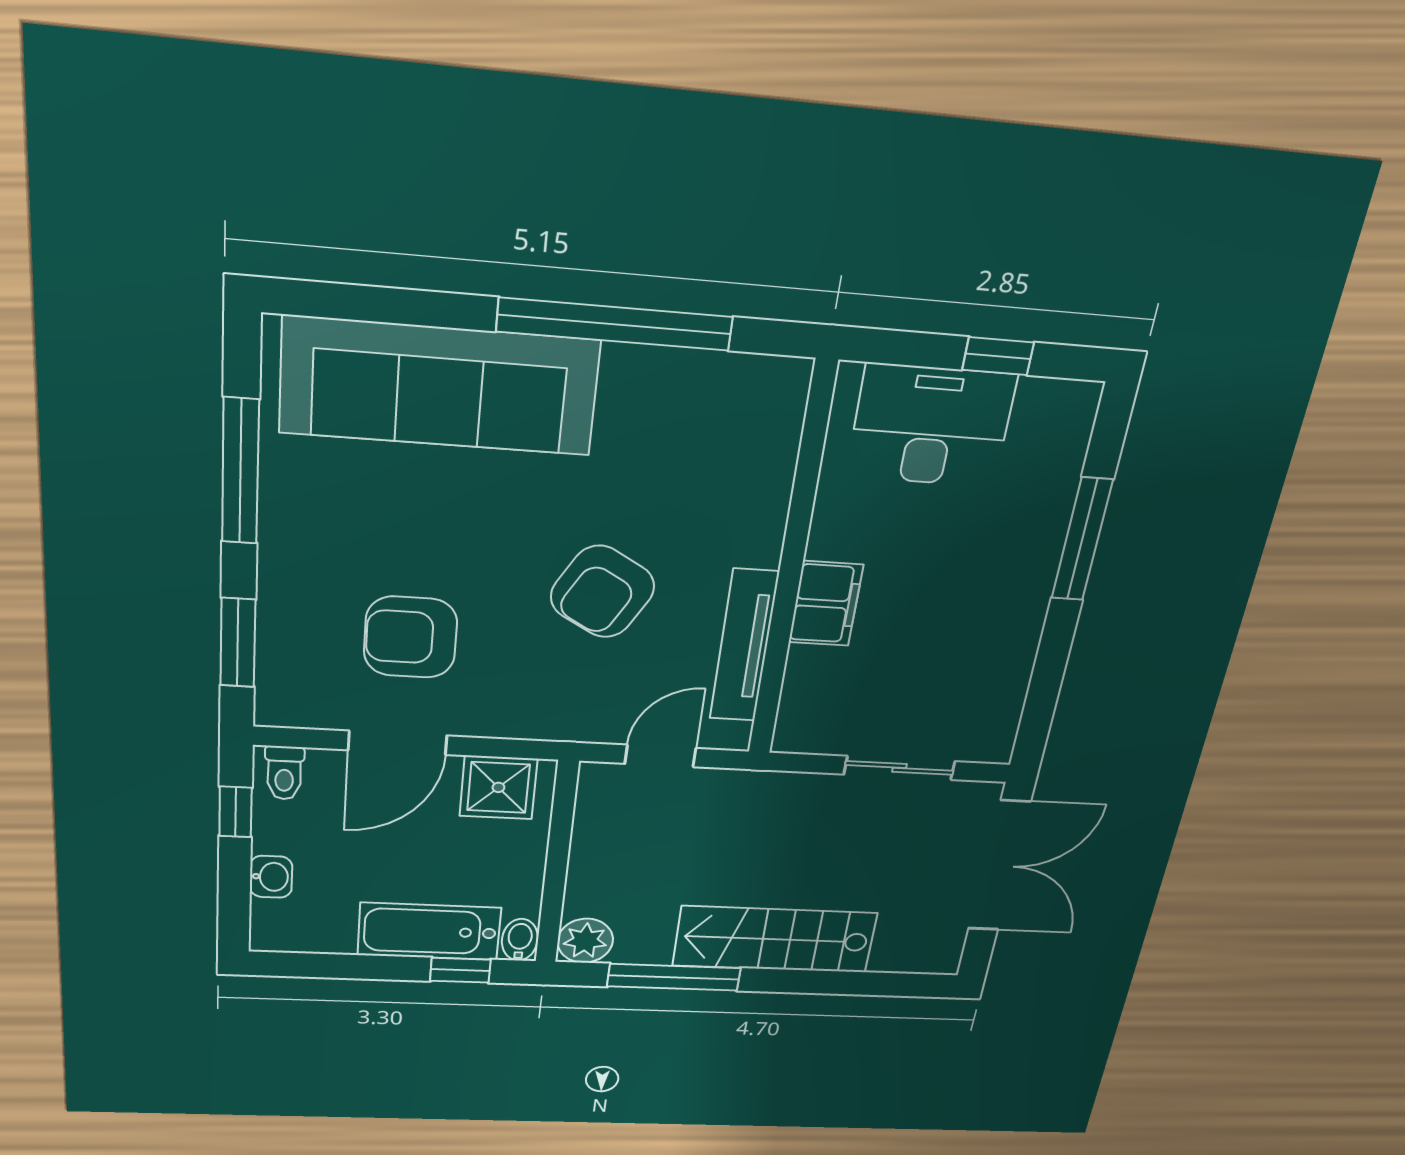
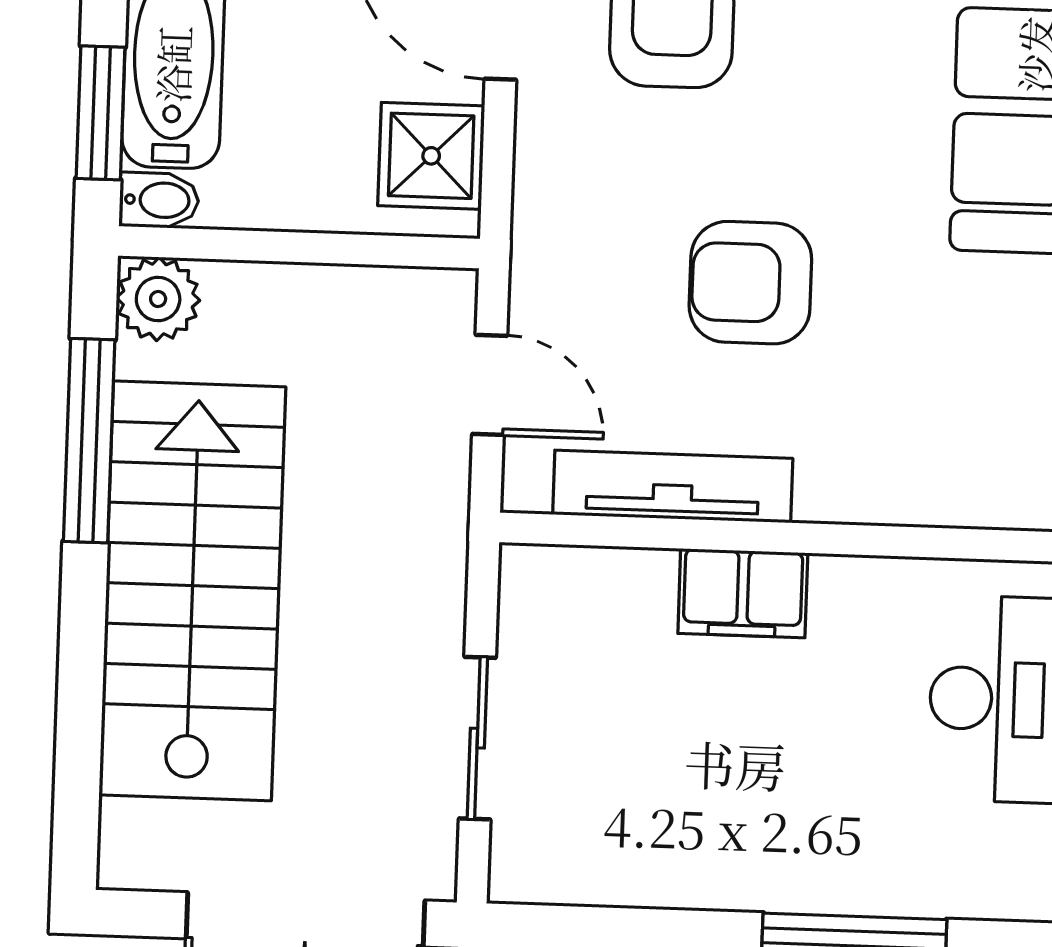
armchair: (602, 592) -> (750, 283), turned -30
stairs: (775, 939) -> (192, 591), width x1.36, depth x1.51
window: (460, 970) -> (101, 113), width x1.50

